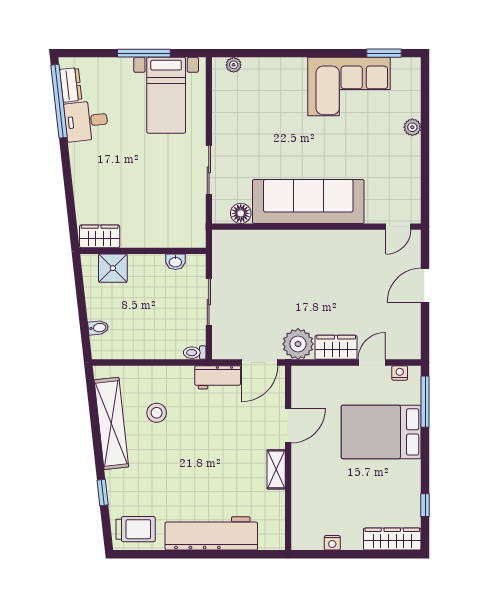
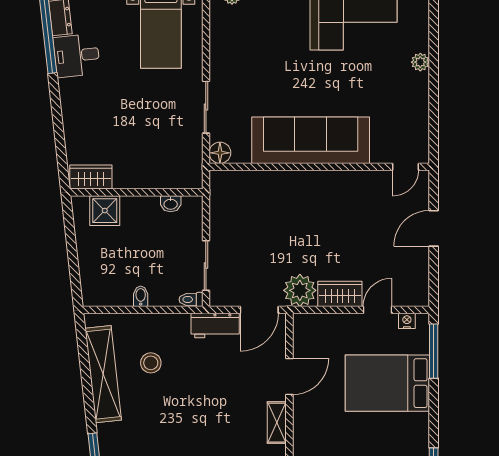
floor lamp: (241, 213) -> (220, 153), moved
sliding door: (209, 302) -> (206, 265), moved
bidet: (98, 328) -> (141, 296), moved, turned -84

